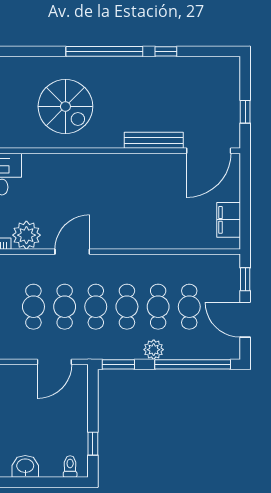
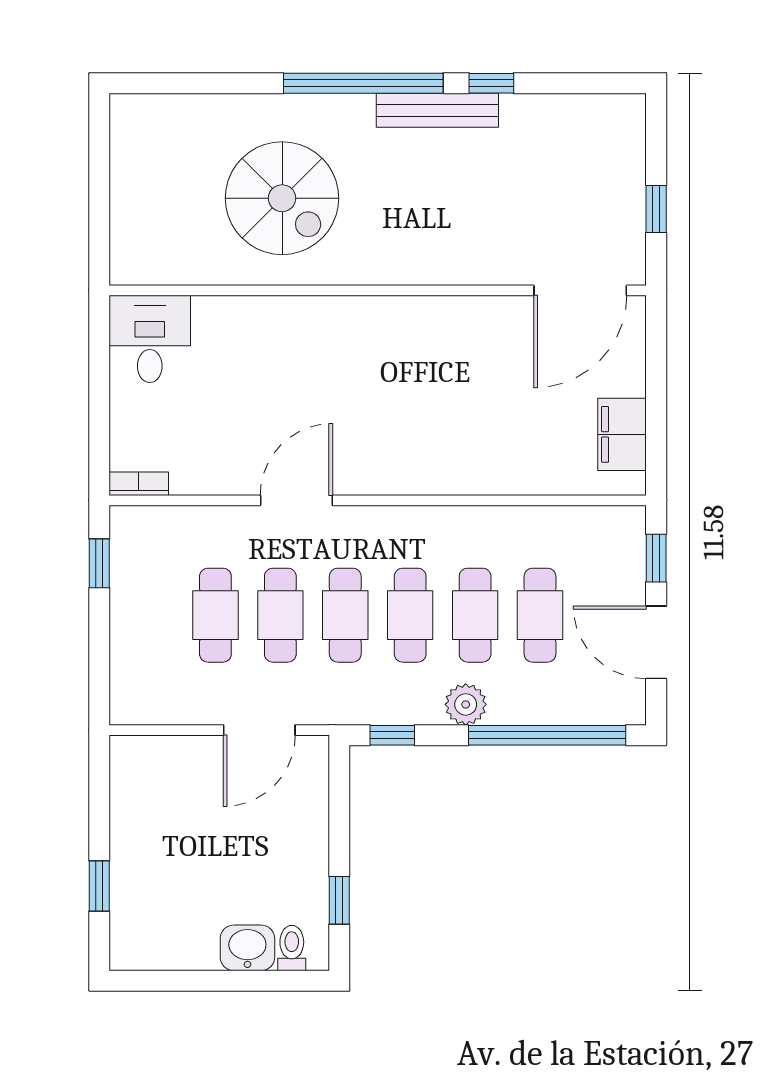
bench: (154, 140) -> (437, 110), moved
plant: (26, 235) -> (201, 466), removed
window: (118, 364) -> (392, 735), width x0.67
washbasin: (25, 466) -> (247, 948), moved

